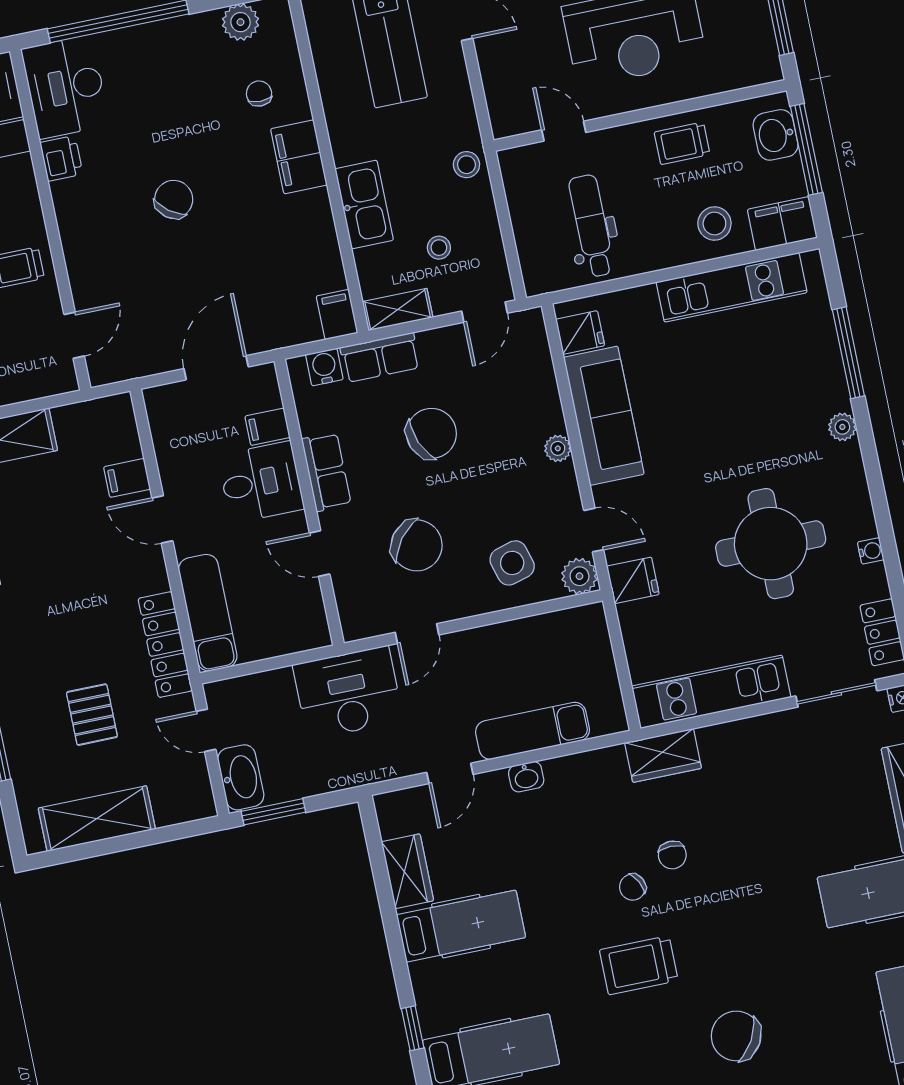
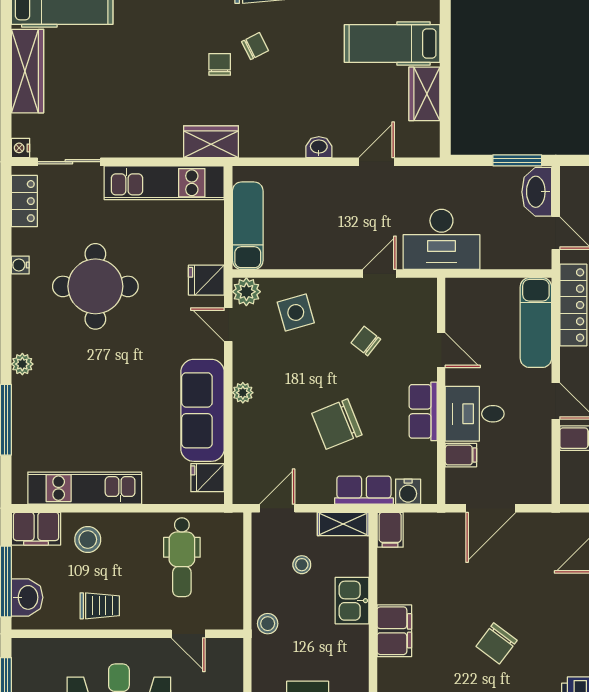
filing cabinet: (299, 157) -> (394, 631), moved
kitchen sink: (364, 205) -> (352, 601), width x0.73
chair: (417, 545) -> (366, 341), width x0.54, depth x0.54
exam couch: (533, 731) -> (248, 226), moved, turned -90

